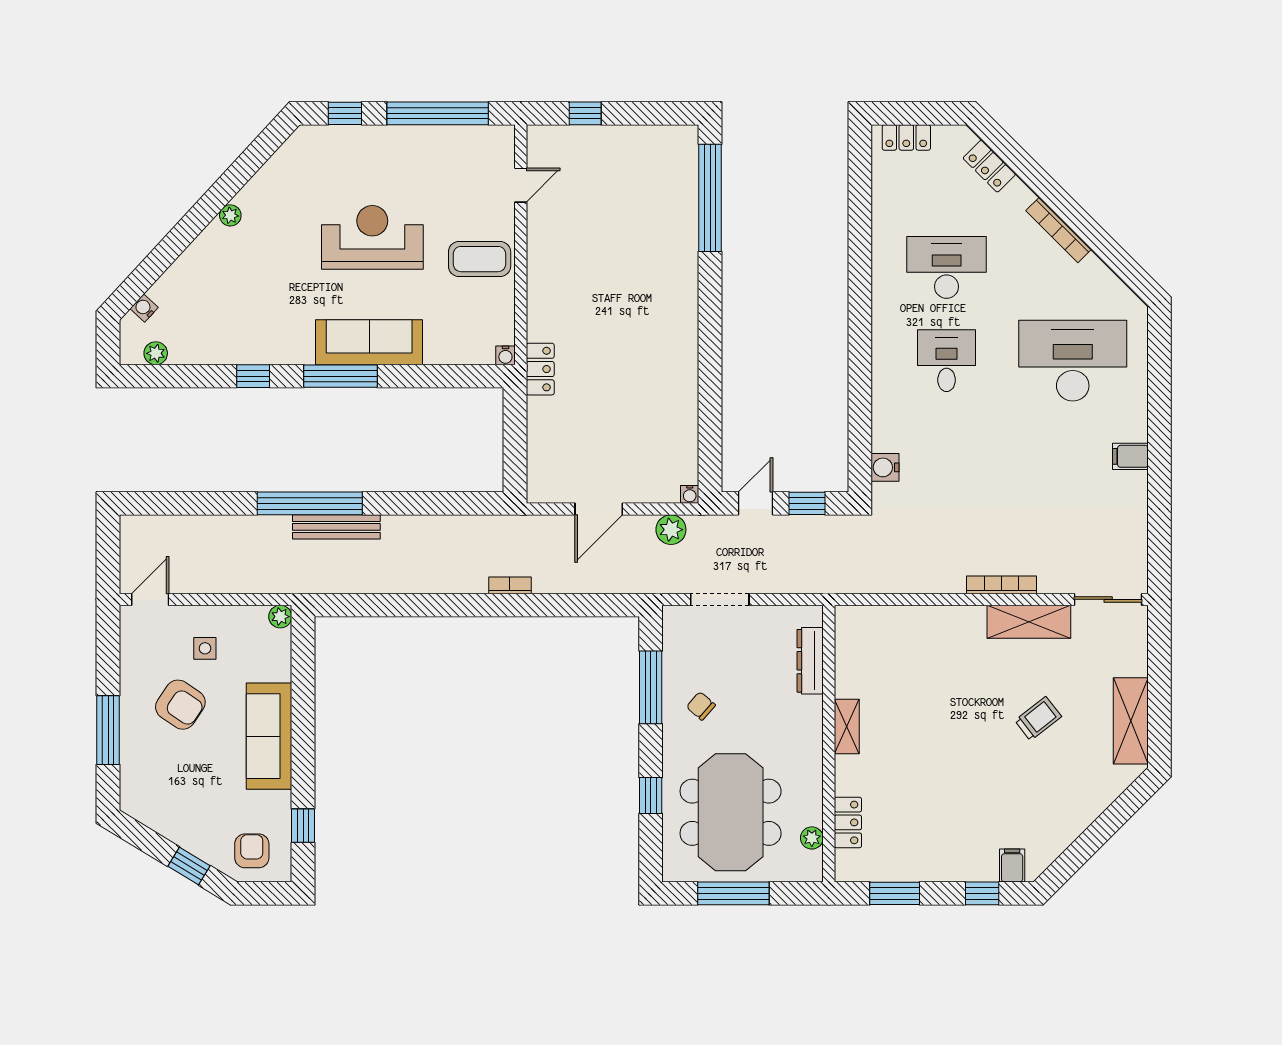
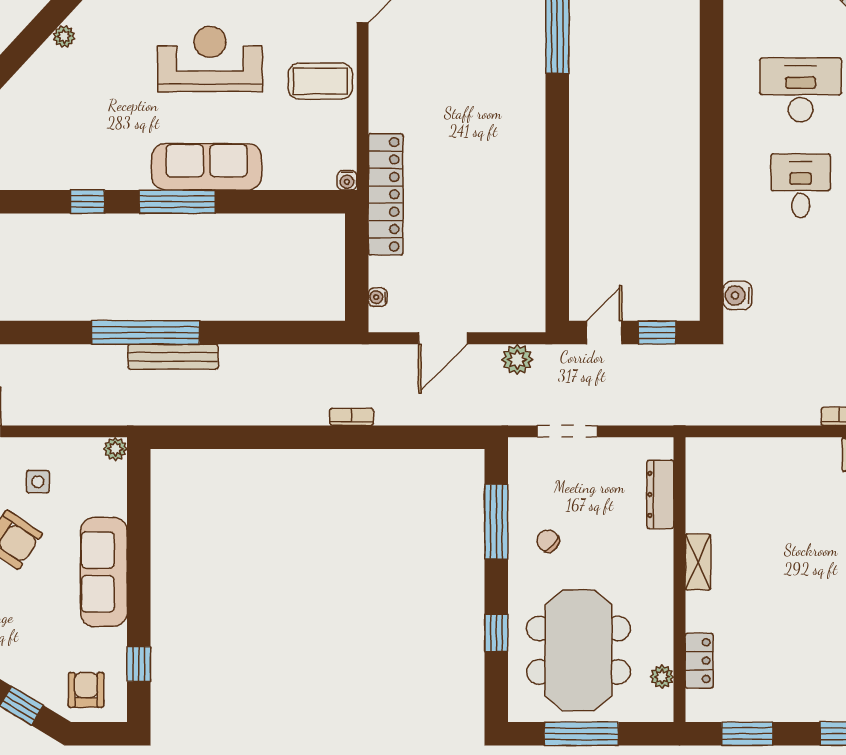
locker: (540, 369) -> (386, 194), width x2.16, depth x1.21
water cooler: (690, 494) -> (378, 297), moved, turned 90

